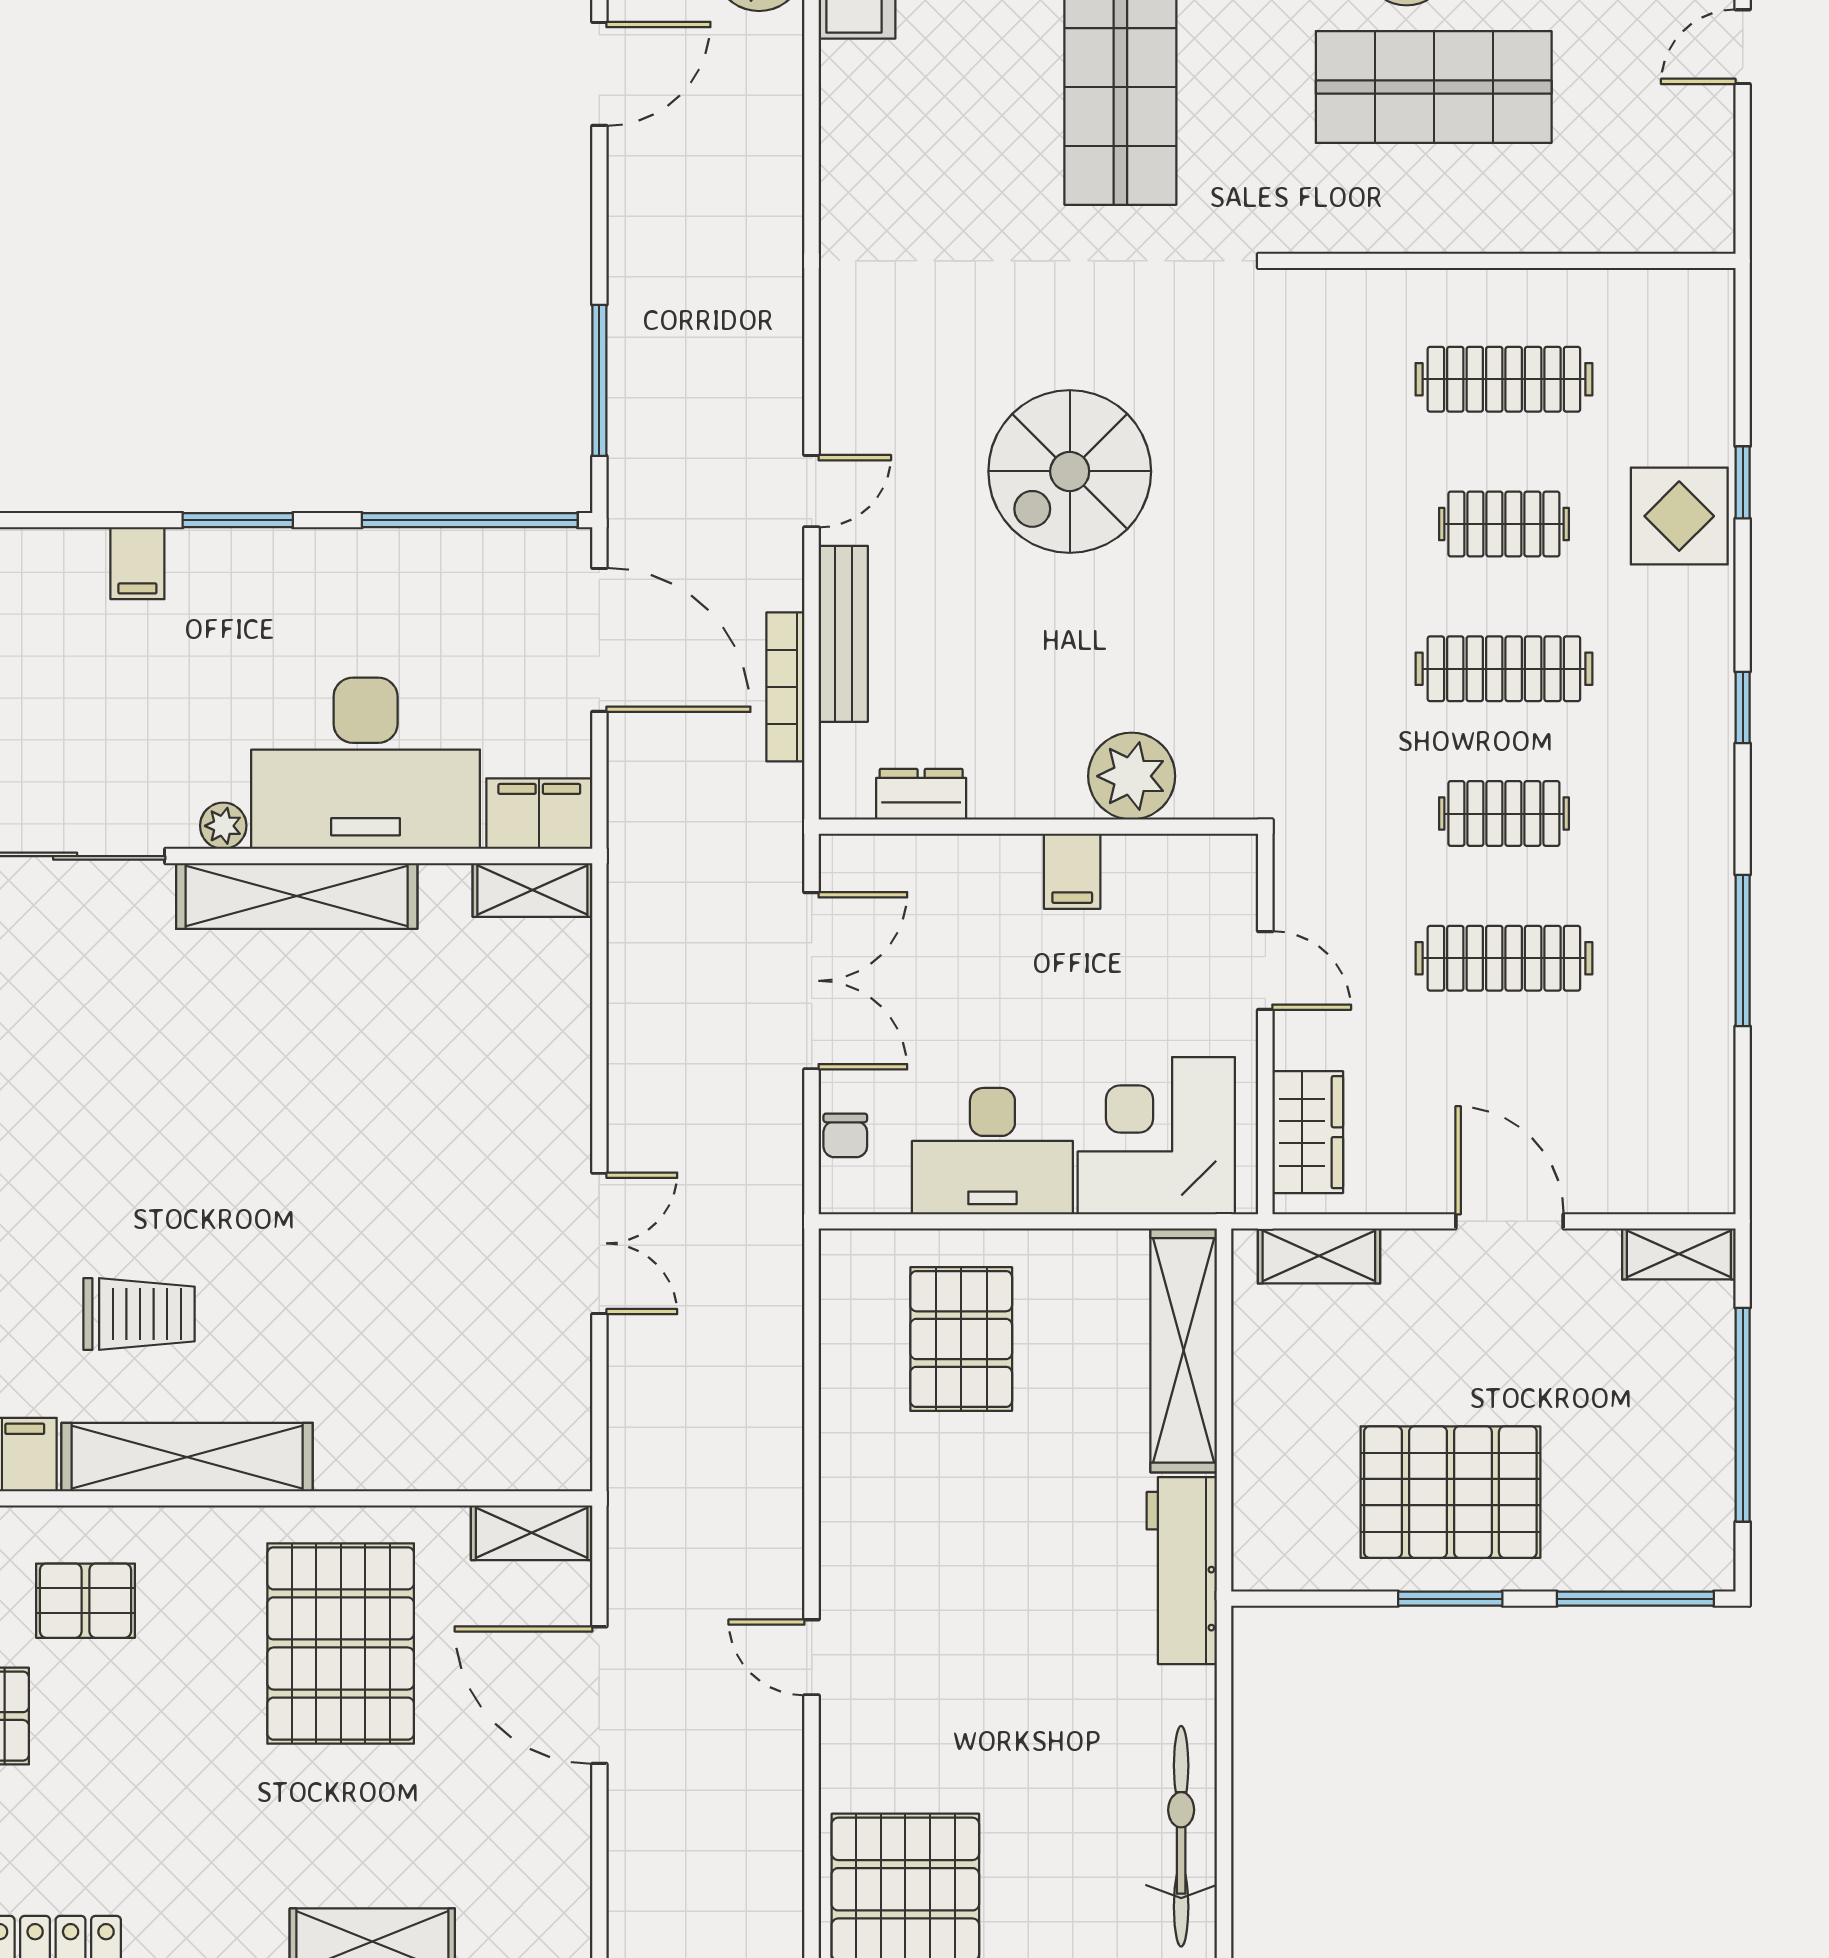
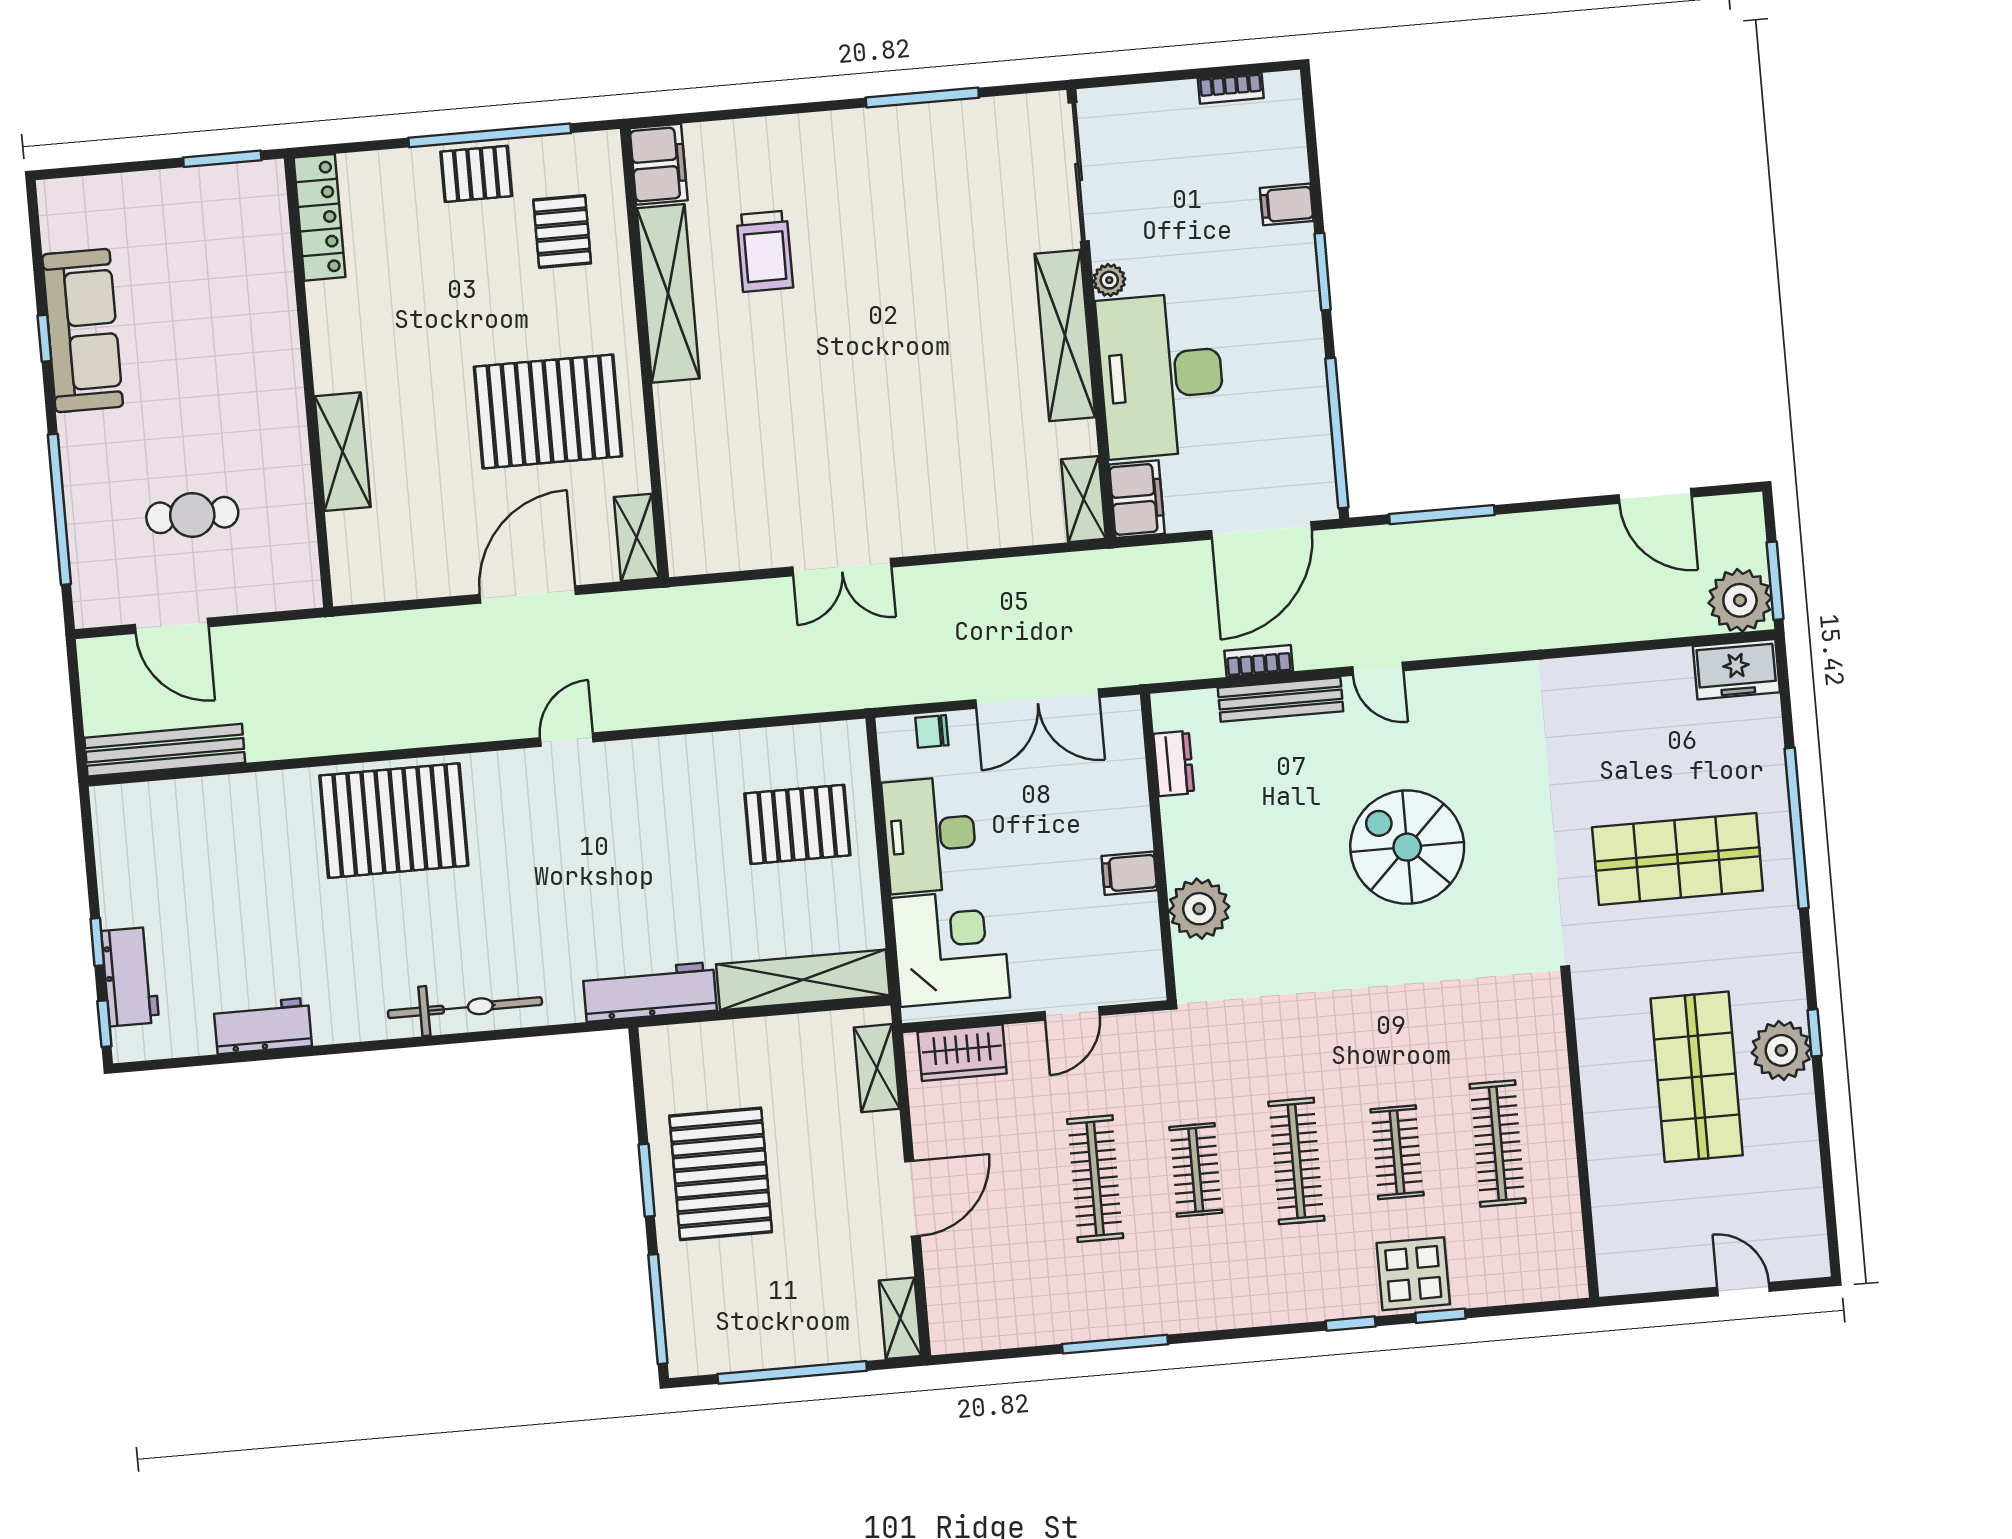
bookcase: (785, 687) -> (1259, 661), width x0.64
window: (1743, 707) -> (1351, 1324), moved

